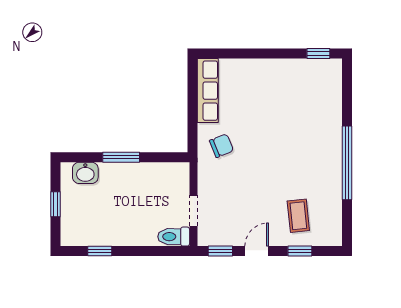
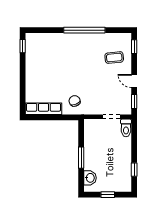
window: (300, 251) -> (134, 47), moved

